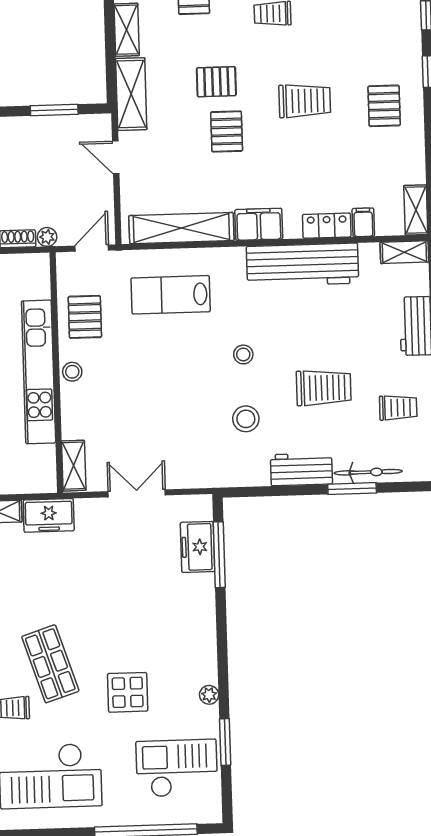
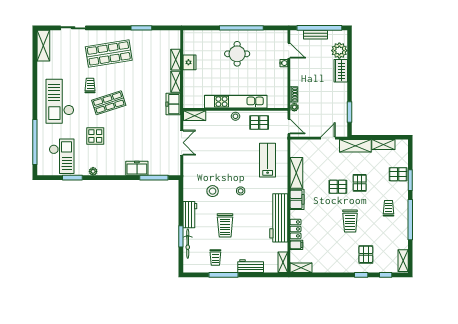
pallet: (384, 106) -> (366, 254), moved, turned 90
shelving: (181, 228) -> (296, 173), width x0.68
freezer: (198, 547) -> (137, 168), moved

